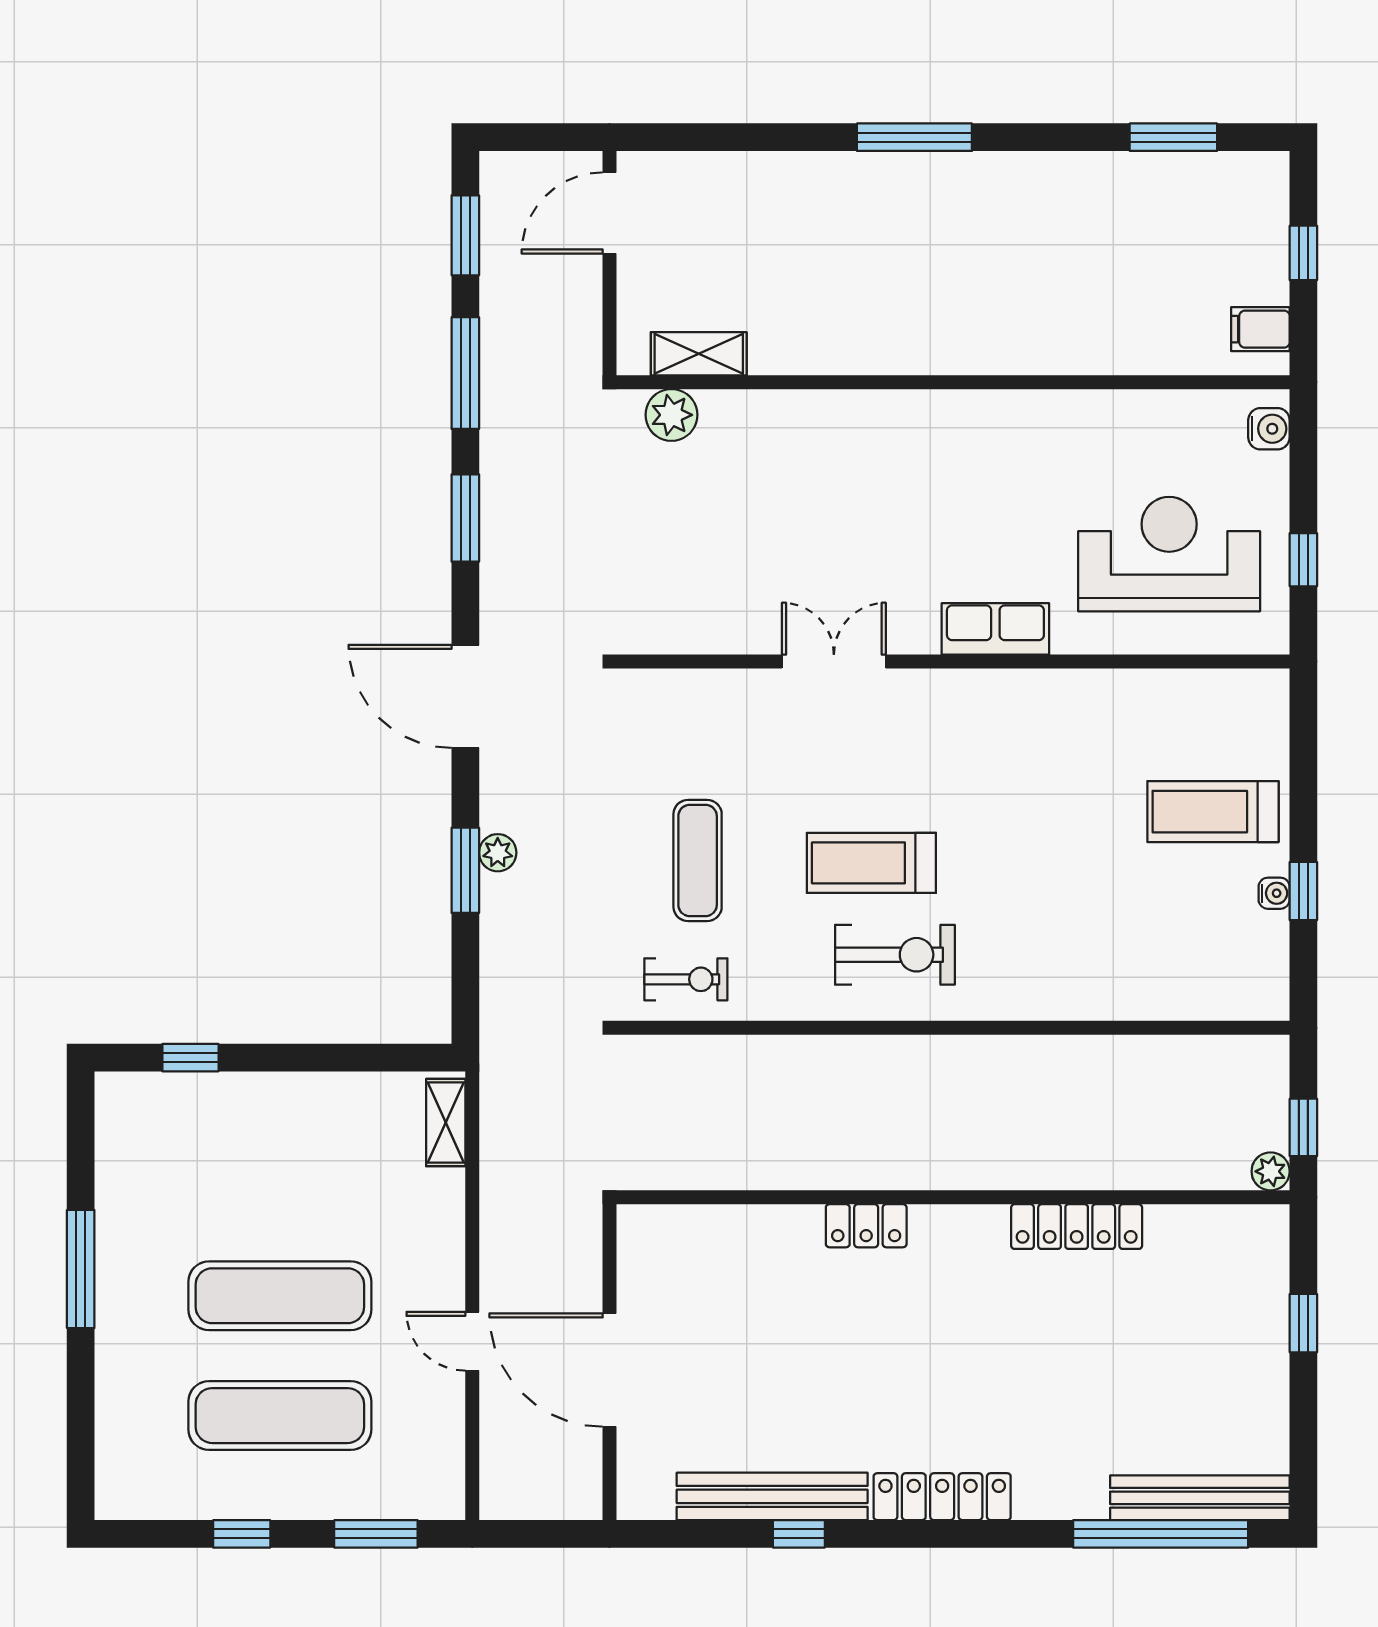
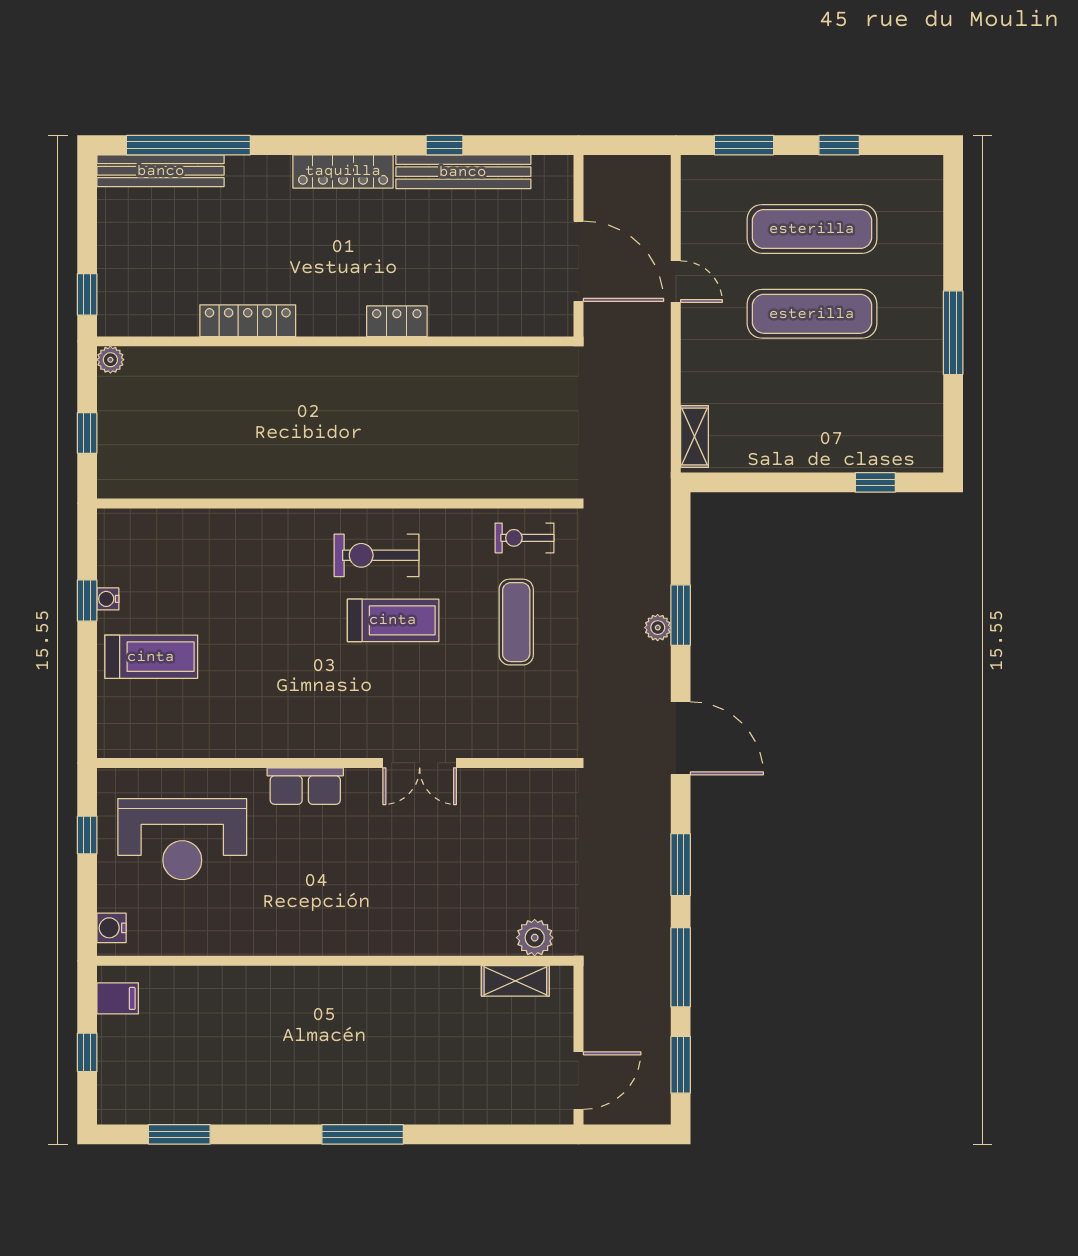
plant: (1271, 1171) -> (110, 360), moved
wall: (953, 1197) -> (335, 341), moved
locker: (866, 1226) -> (397, 321), moved
locker: (1077, 1227) -> (248, 321), moved

